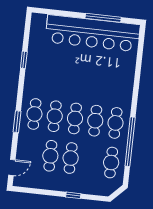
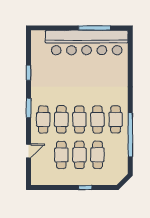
window: (17, 122) -> (29, 108), moved
cafe table: (111, 163) -> (98, 155), moved
door: (12, 167) -> (29, 151), moved

